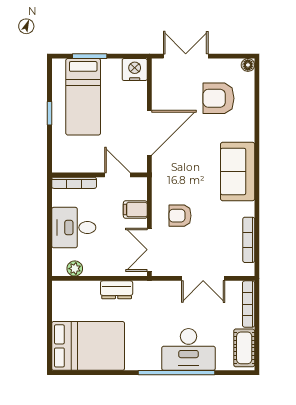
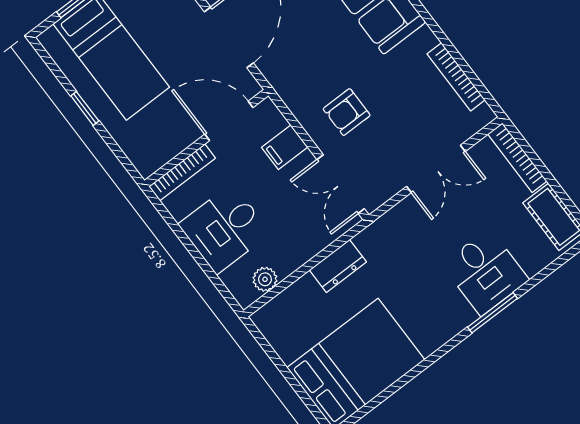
door: (117, 175) -> (229, 121), width x1.38
desk: (189, 349) -> (485, 272), width x0.73
window: (177, 373) -> (493, 313), width x0.47

